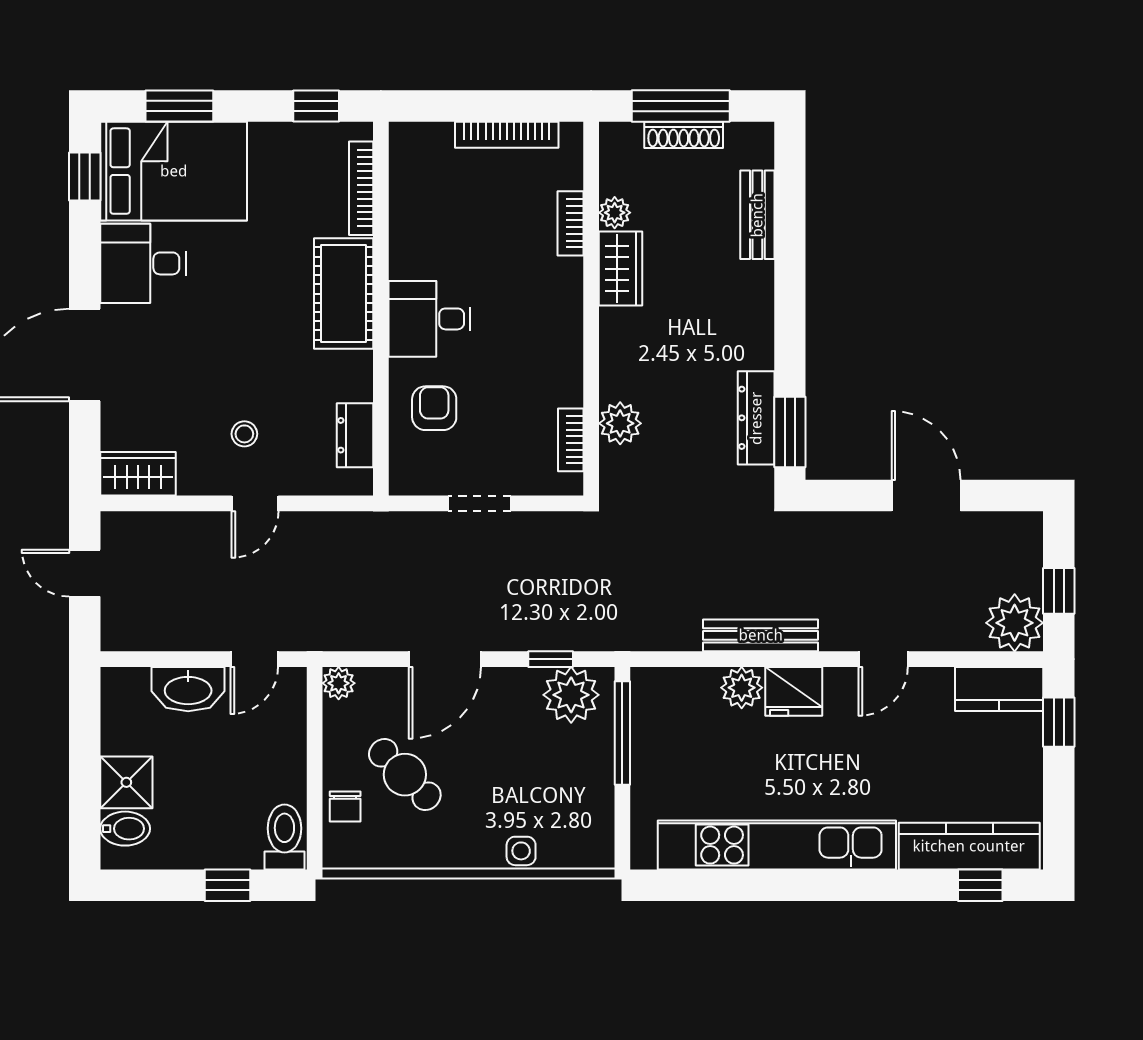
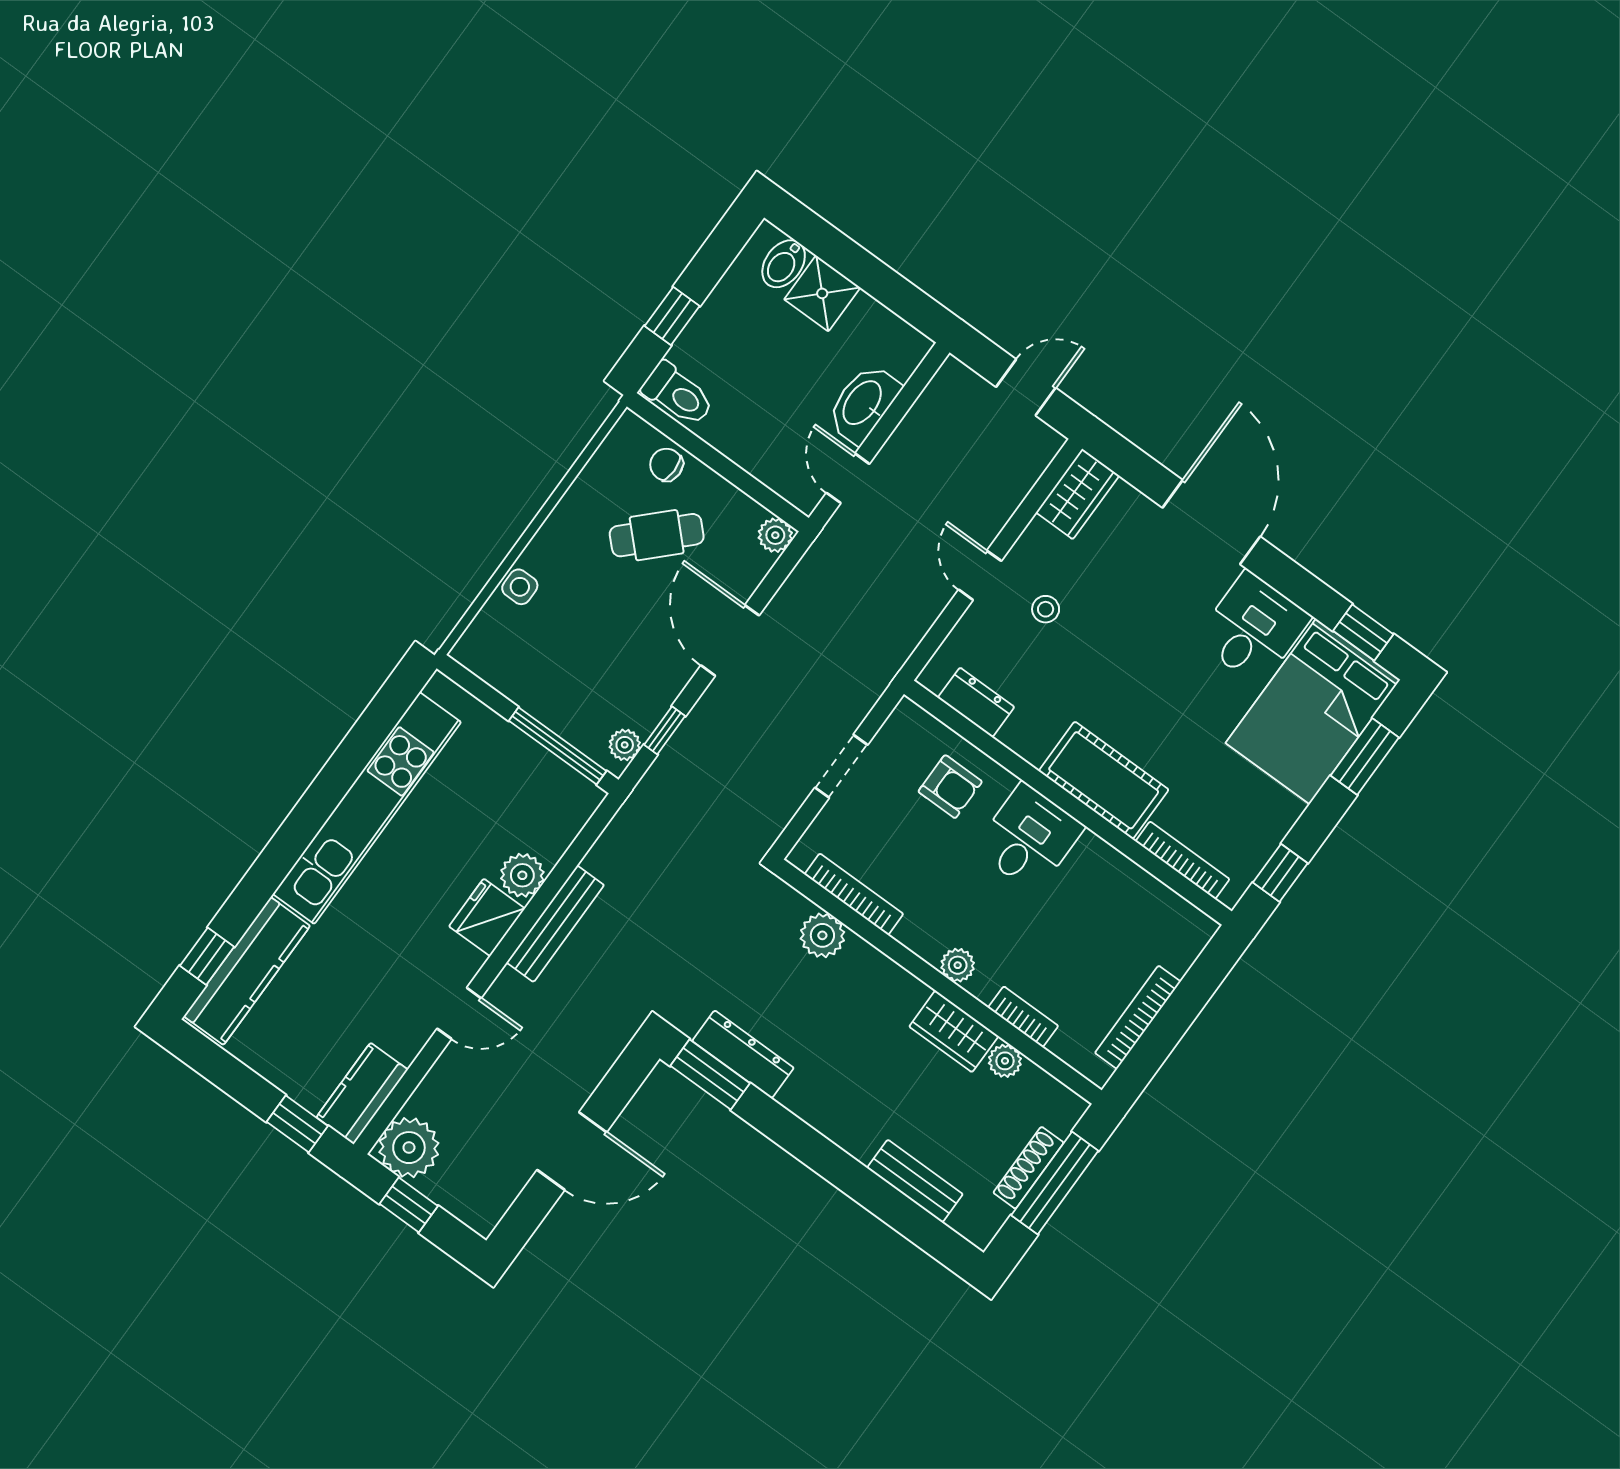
plant: (567, 303) -> (958, 965), added
bookcase: (571, 440) -> (854, 894), width x1.56
door: (883, 659) -> (459, 1013), swing flipped
plant: (571, 695) -> (625, 745), width x0.53, depth x0.53

